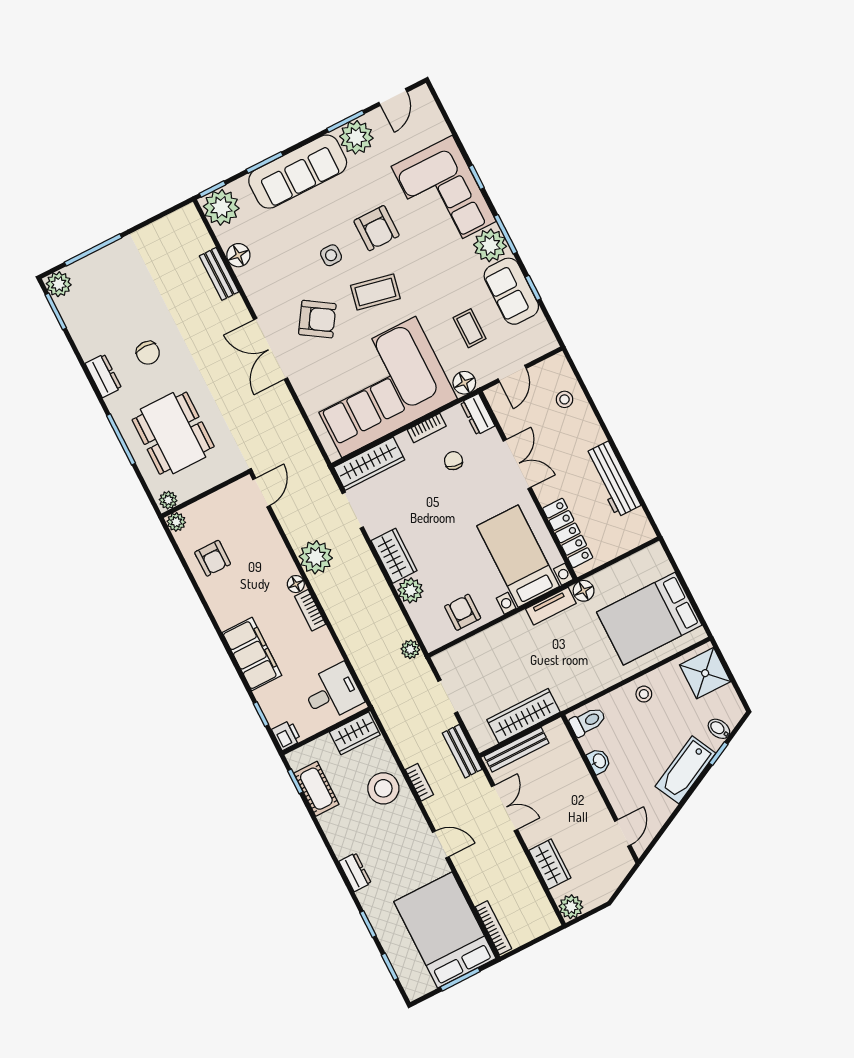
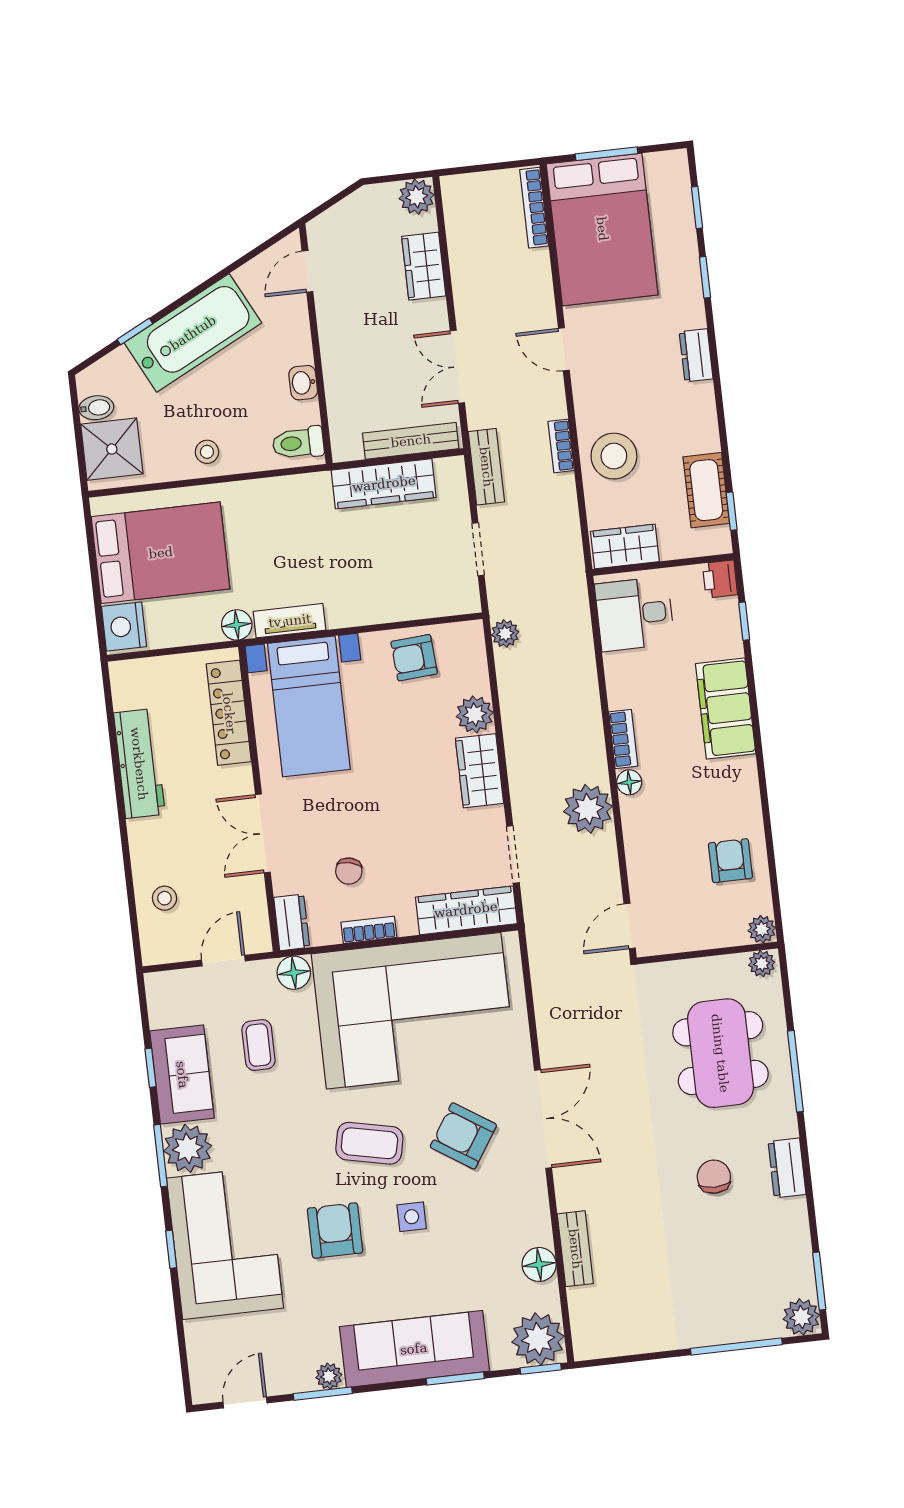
plant: (356, 137) -> (329, 1376), width x0.53, depth x0.53
nightstand: (655, 563) -> (124, 626), added
armchair: (463, 612) -> (414, 658), turned 86
bidet: (719, 729) -> (96, 408), moved, turned -63
bathtub: (685, 770) -> (193, 333), width x1.36, depth x1.36

